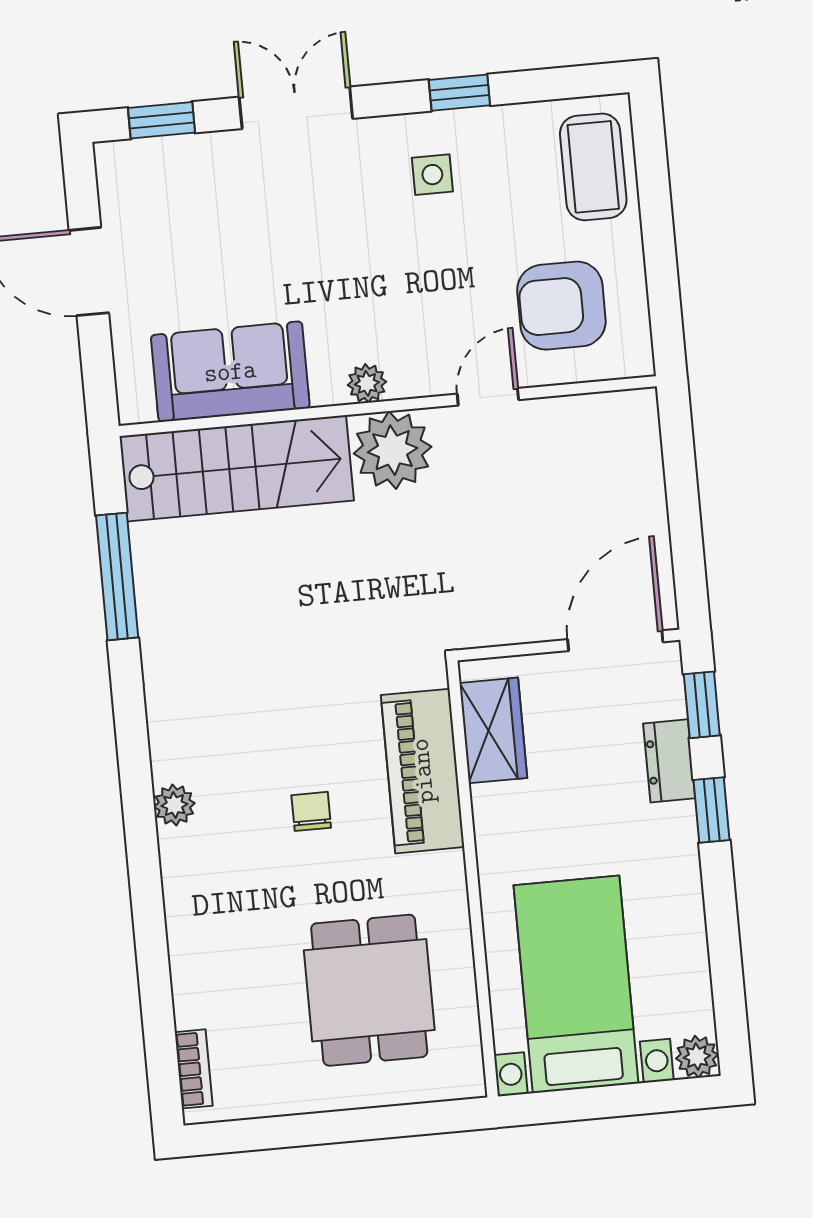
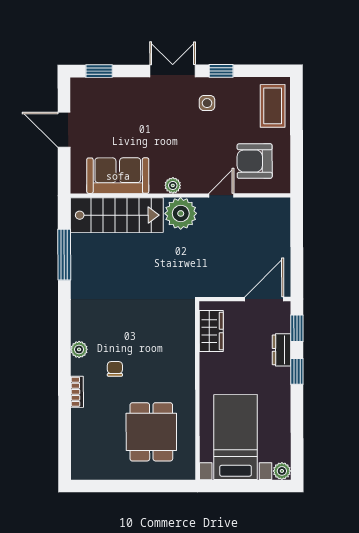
double door: (296, 108) -> (173, 71), moved
piano: (423, 771) -> (181, 345), removed
chair: (311, 811) -> (115, 369), moved
bookcase: (194, 1069) -> (77, 392), moved

